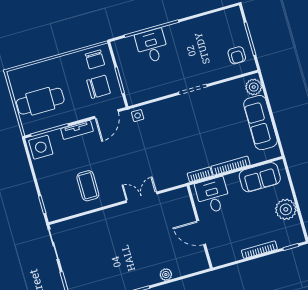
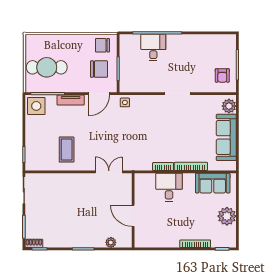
chair: (95, 59) -> (102, 45), turned 90
wall: (200, 227) -> (133, 210), moved
door: (201, 233) -> (133, 216), moved

